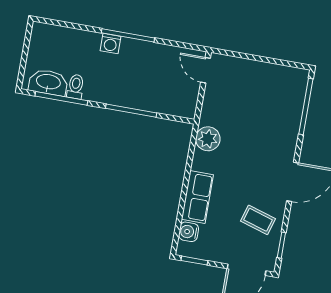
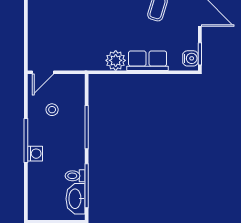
stool: (159, 73) -> (52, 110), added
plant: (208, 139) -> (116, 60), moved
water cooler: (189, 232) -> (190, 58), moved, turned -90

